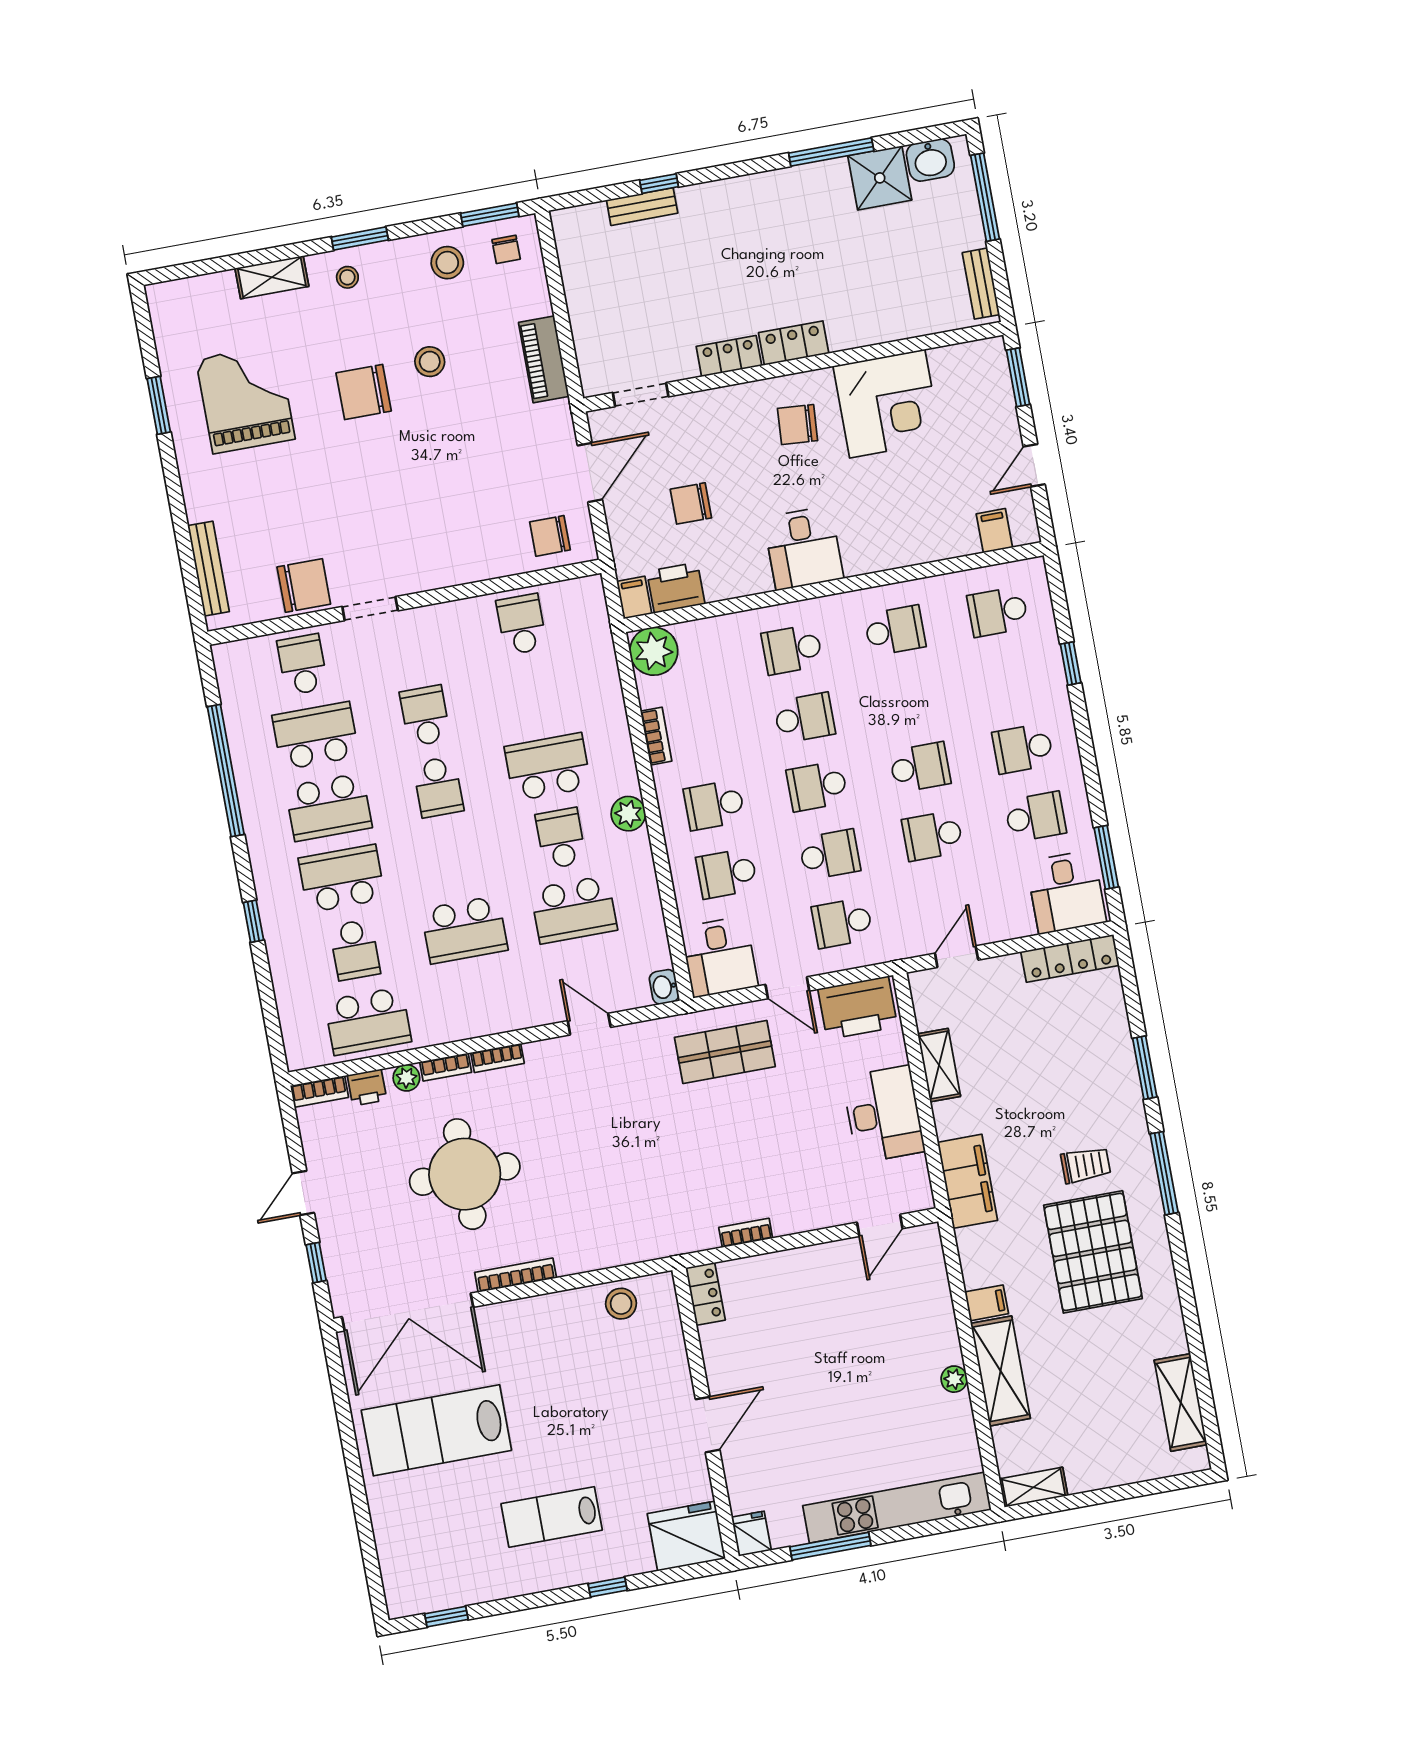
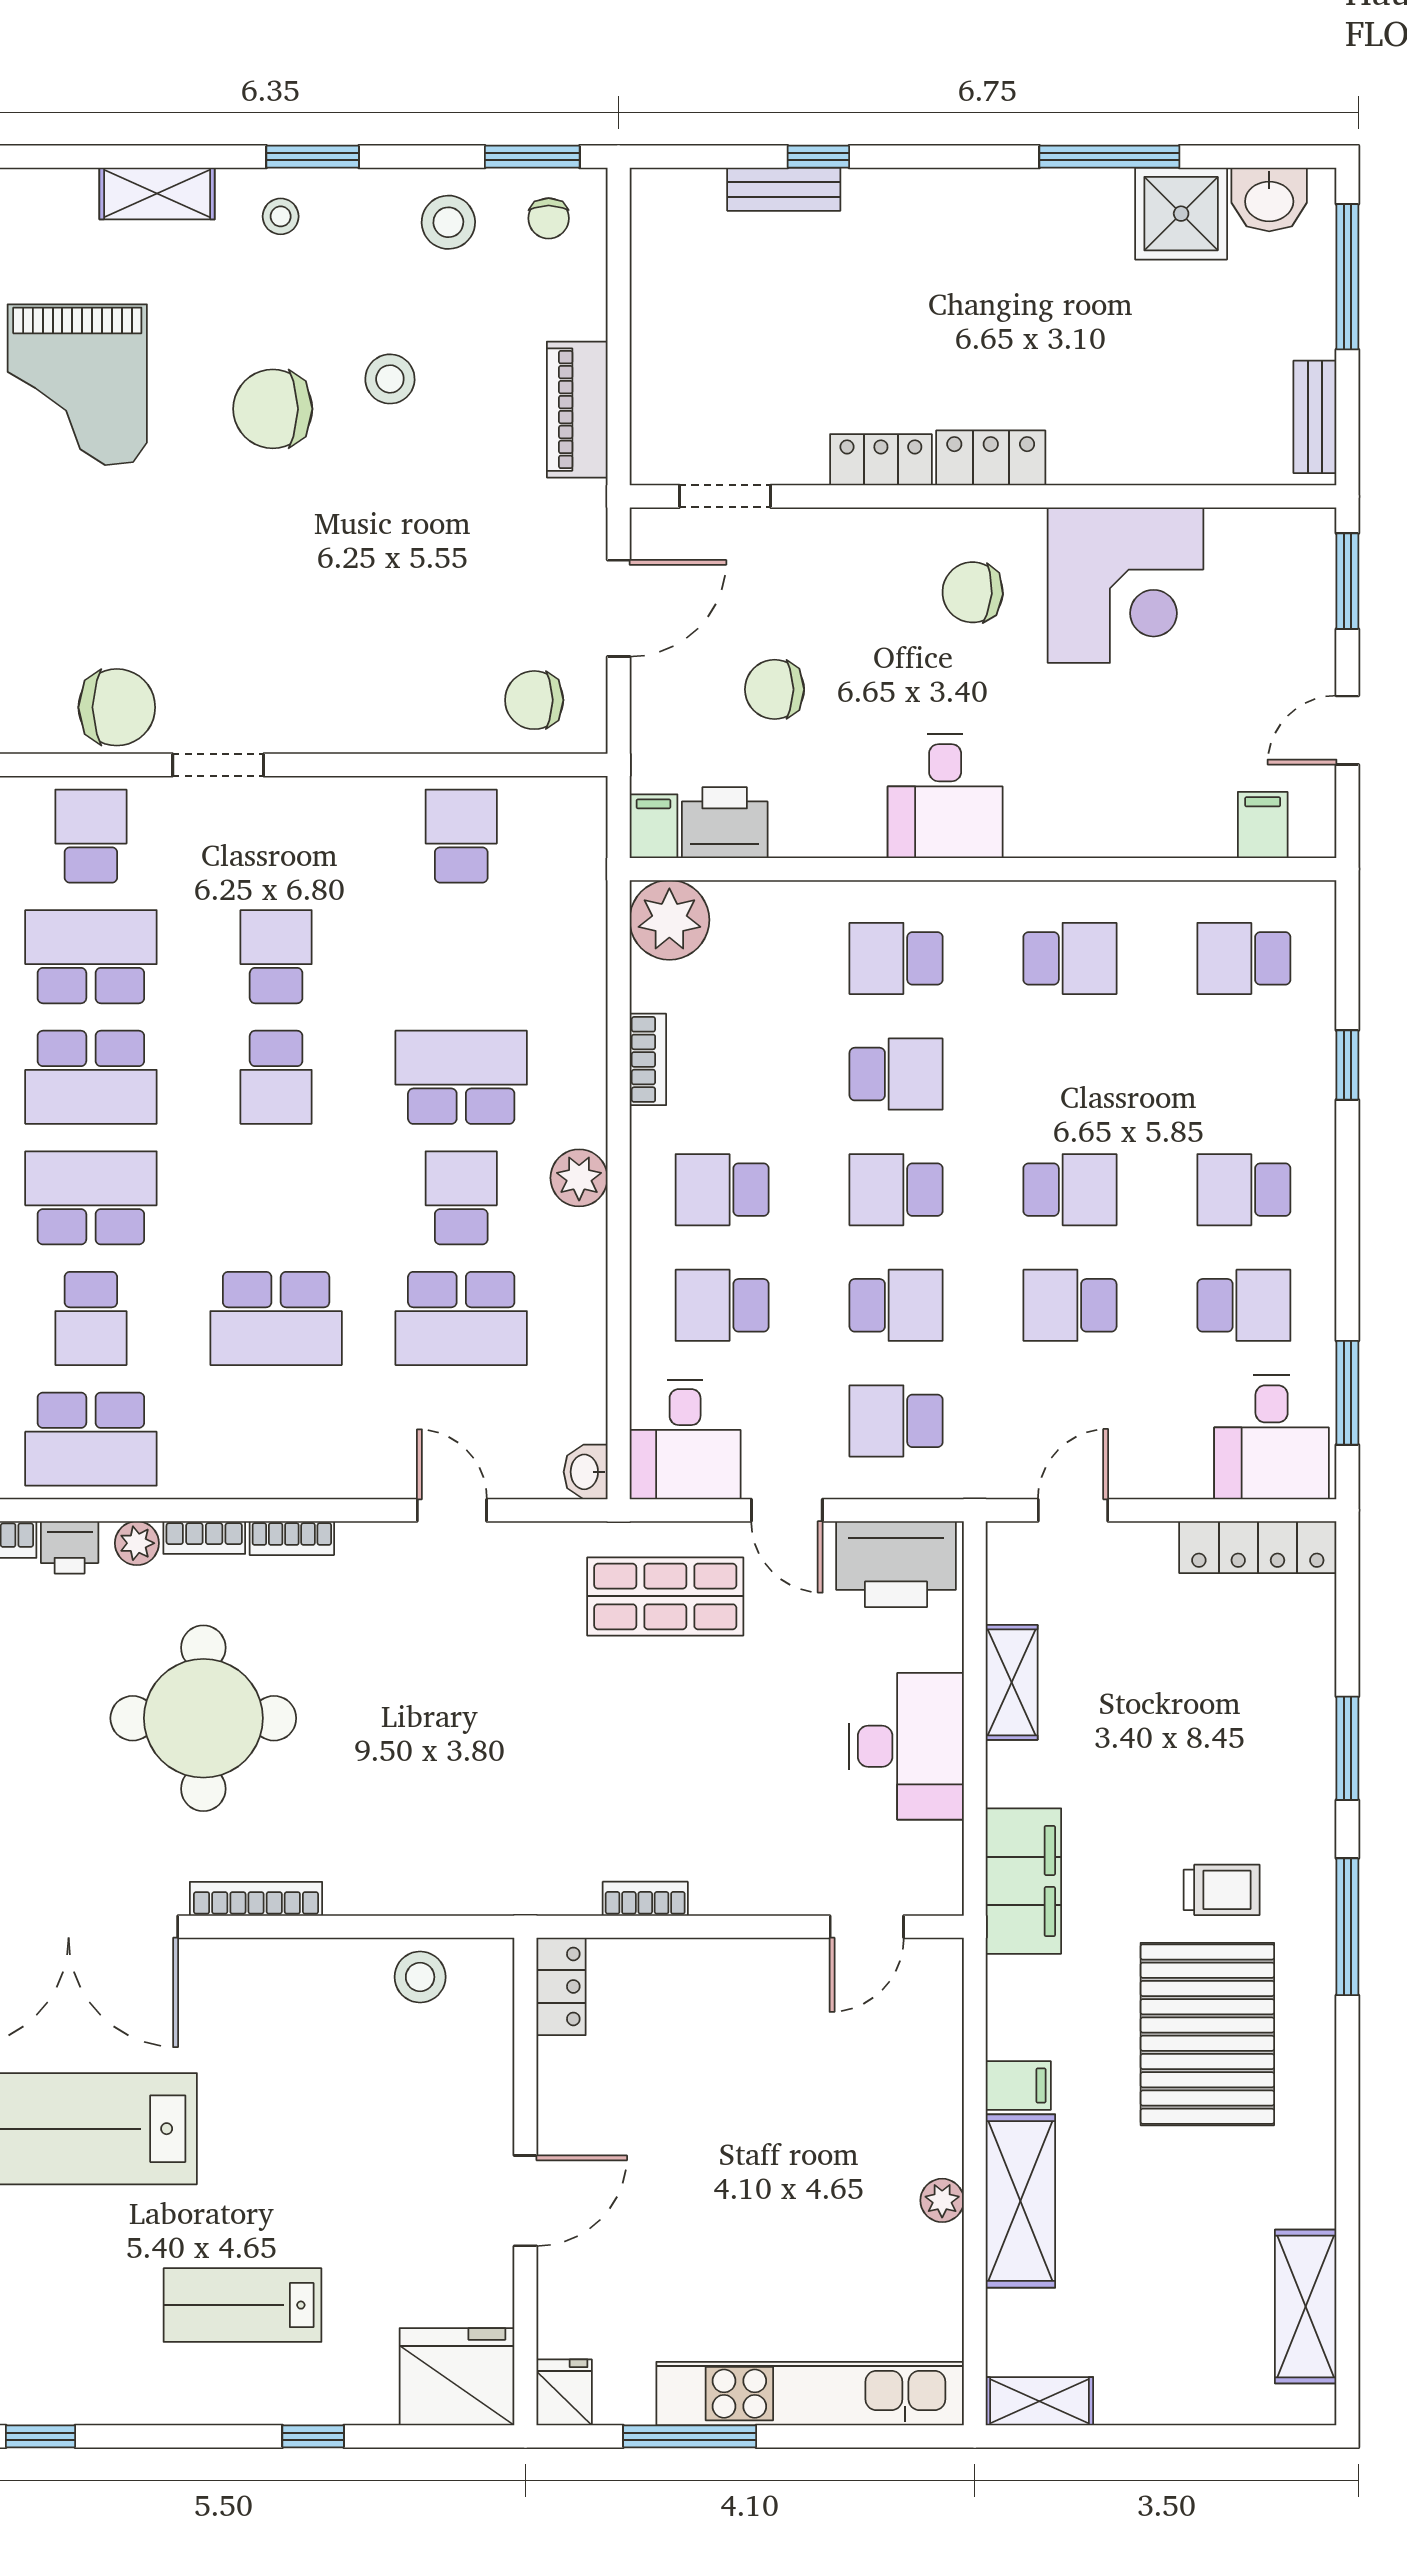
grand piano: (245, 399) -> (77, 385), turned 180

